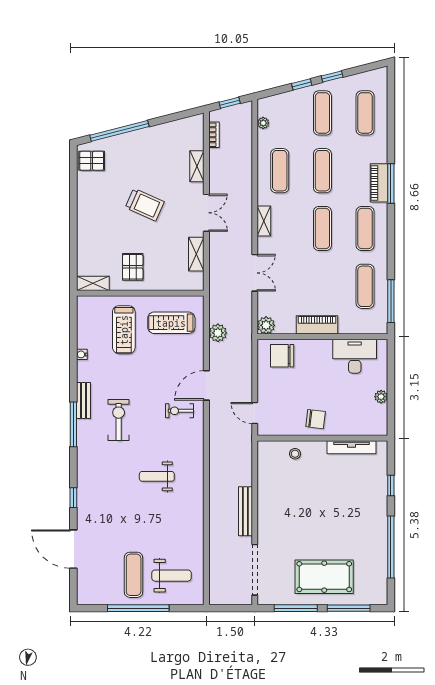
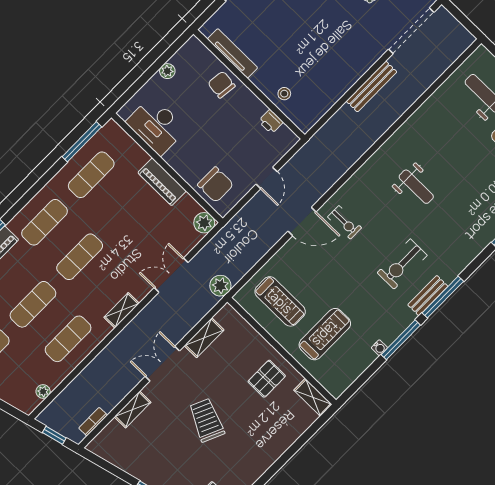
plant: (218, 333) -> (220, 286), moved
window: (73, 372) -> (401, 340), added
bench: (84, 400) -> (428, 296), moved
door: (255, 413) -> (267, 178), moved
chair: (316, 419) -> (221, 85), moved
printer: (286, 428) -> (271, 122), added

